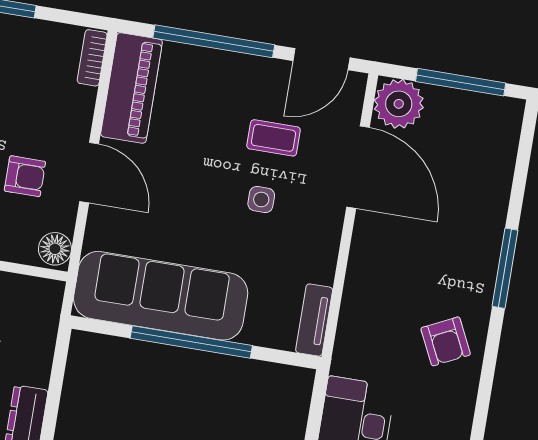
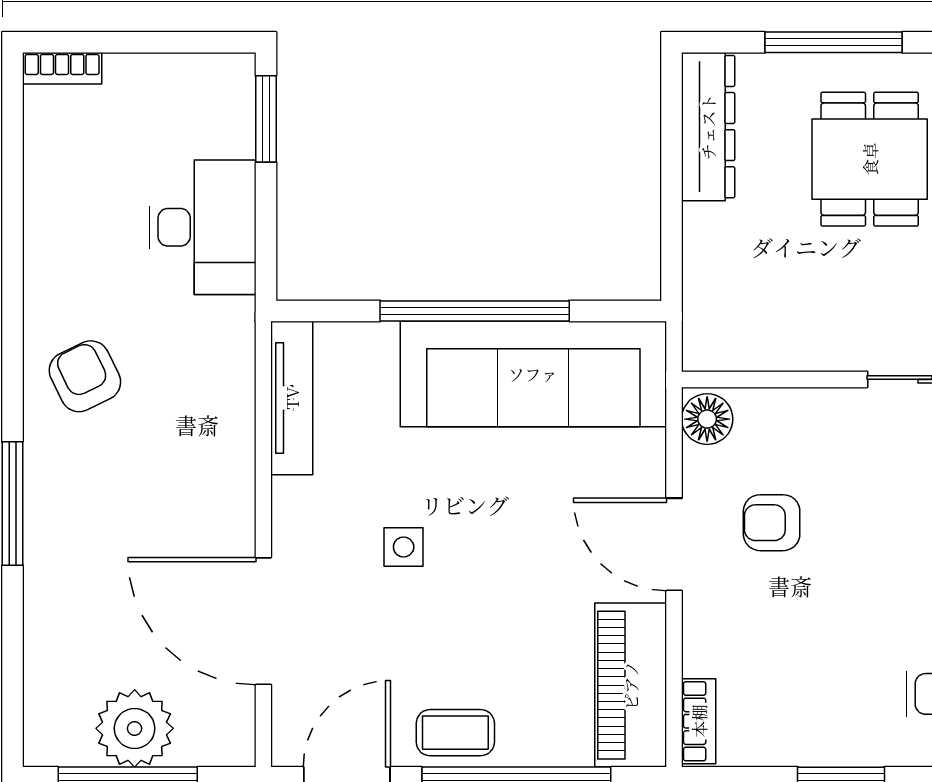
plant: (399, 104) -> (135, 728), moved
coffee table: (274, 138) -> (455, 733), moved
tv unit: (314, 320) -> (292, 398), width x1.41

